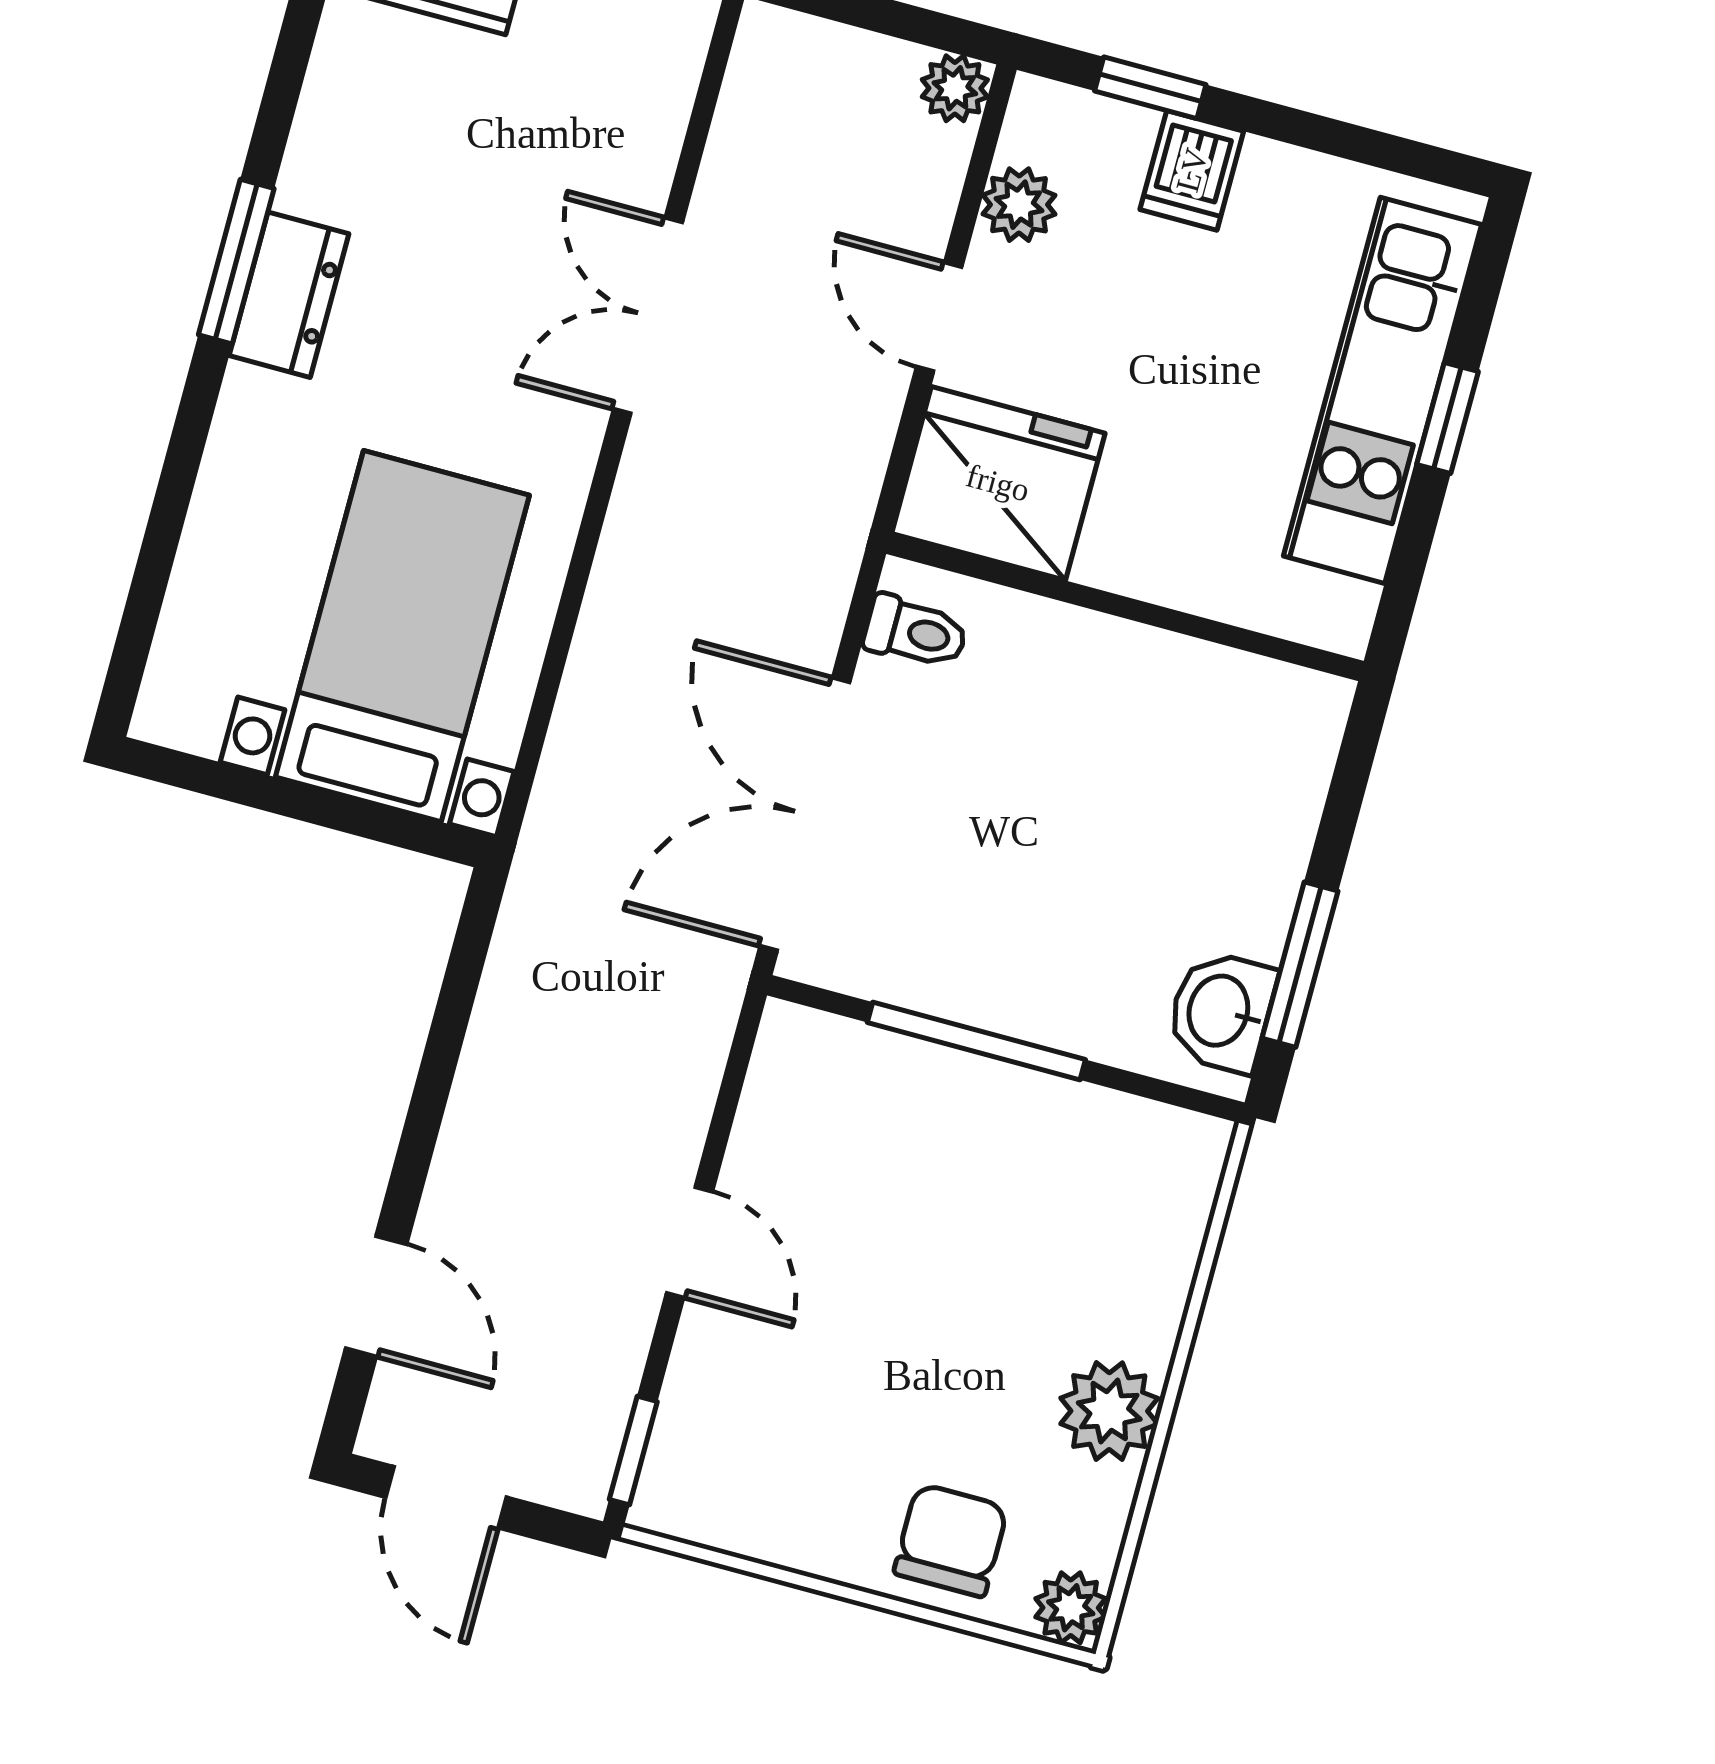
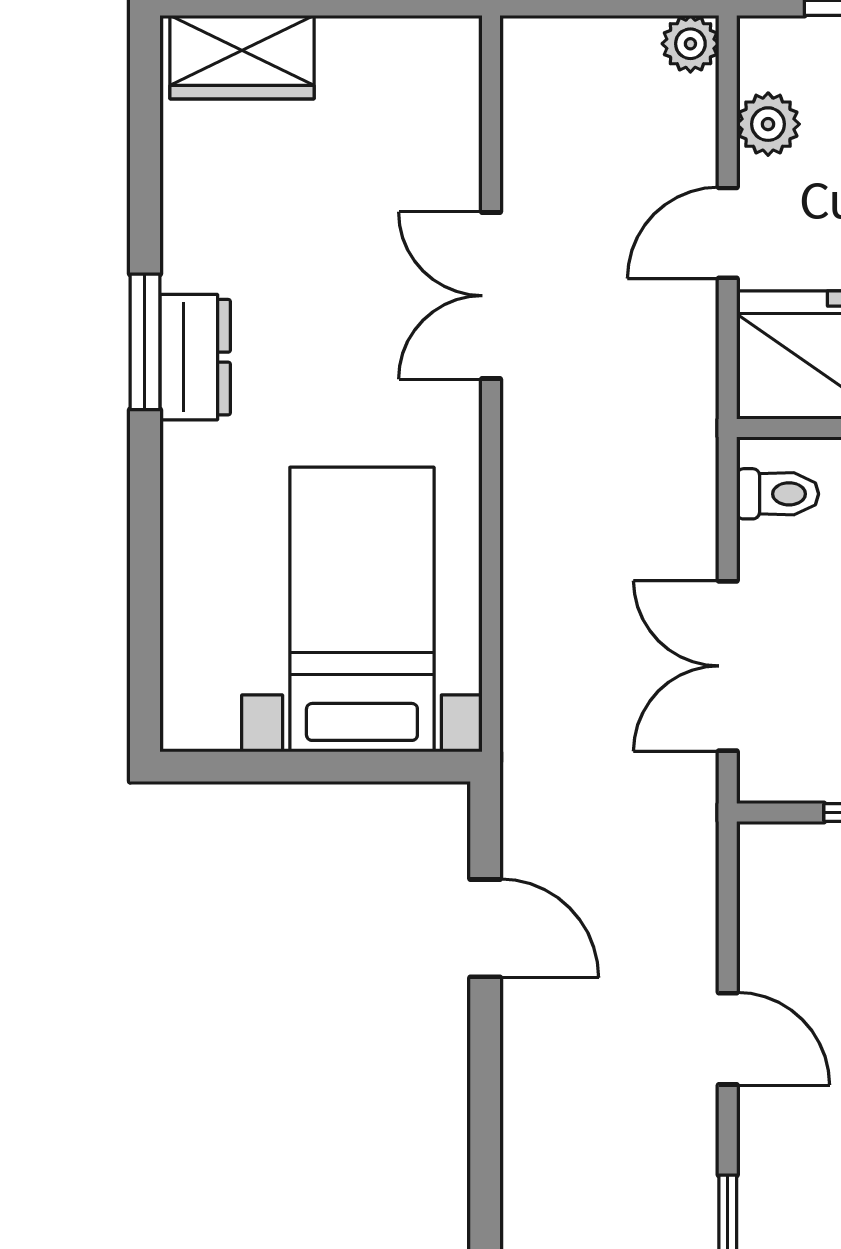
door: (939, 317) -> (728, 233), hinge flipped
double door: (805, 814) -> (728, 666), width x0.73
door: (376, 1296) -> (485, 928), moved

